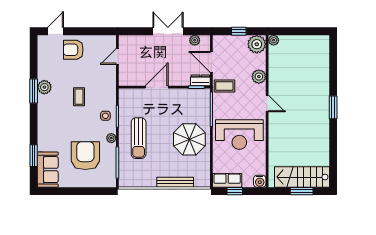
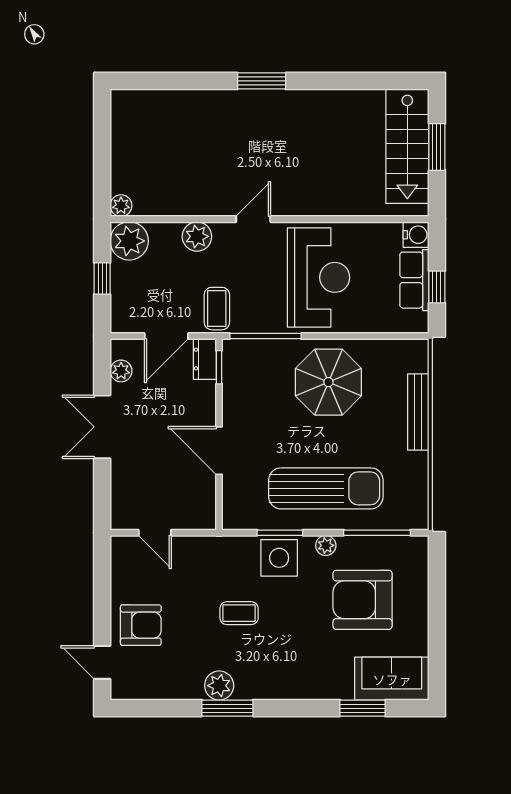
armchair: (73, 50) -> (141, 625), turned -90
side table: (105, 116) -> (279, 558), width x1.87, depth x1.87
sun lounger: (139, 138) -> (326, 488), width x1.36, depth x1.34
row of seats: (227, 180) -> (414, 280), moved

